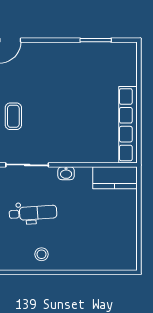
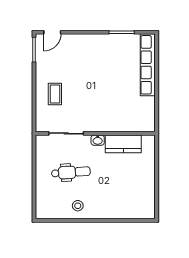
row of seats: (128, 125) -> (148, 65), moved
kitchen counter: (115, 178) -> (123, 144), moved

